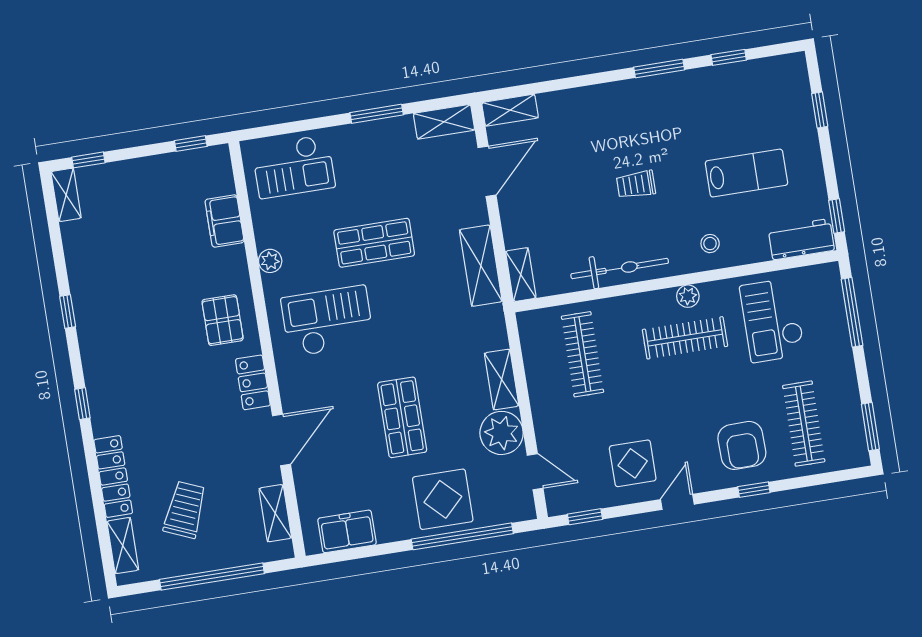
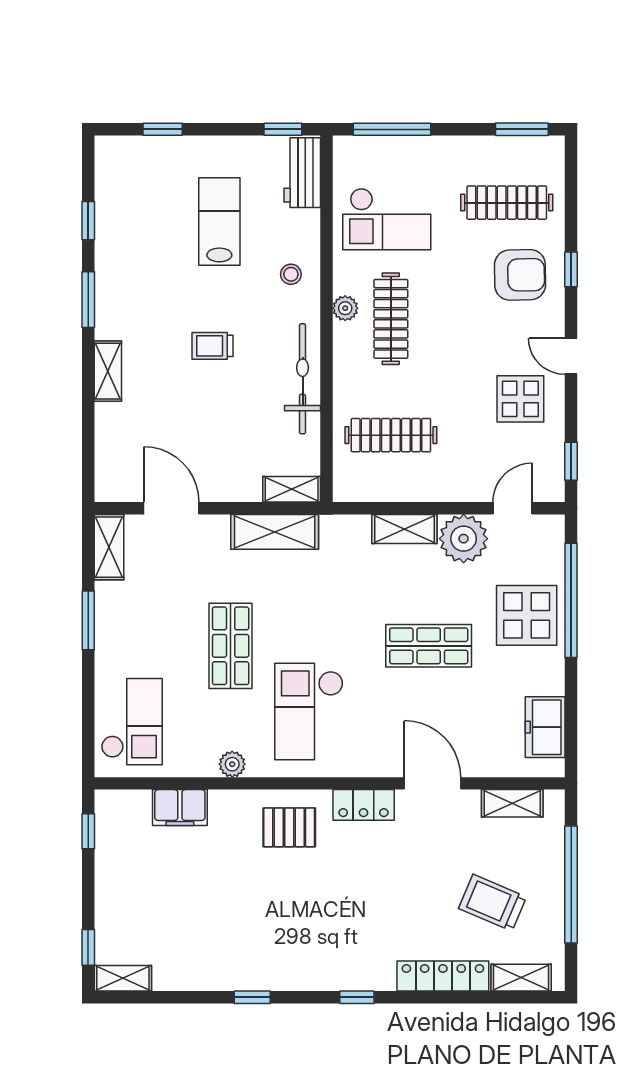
shelving: (510, 110) -> (108, 371), moved
trolley: (636, 185) -> (212, 346), turned 90

